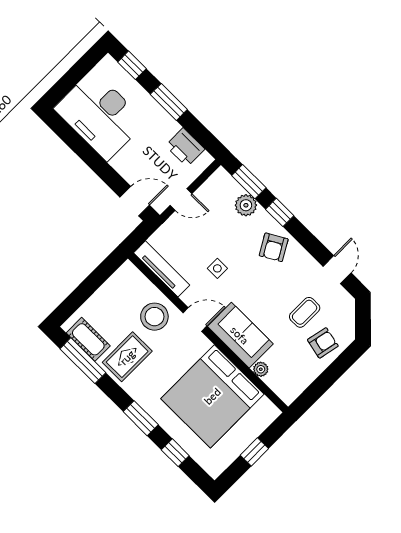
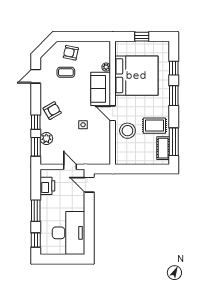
tv unit: (162, 269) -> (105, 147), removed

